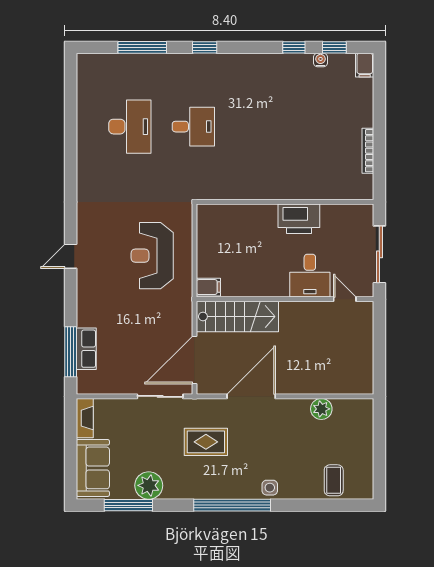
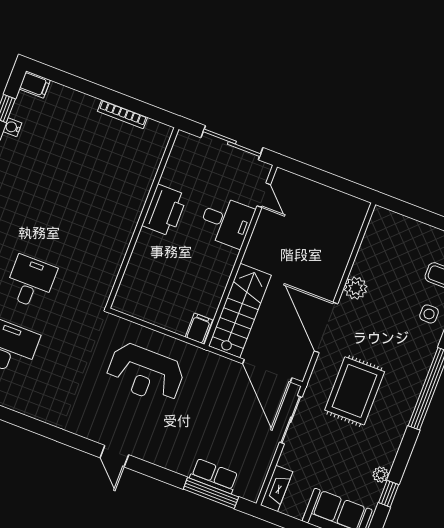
door: (345, 299) -> (264, 195), swing flipped
plant: (321, 409) -> (356, 288), moved
fireplace: (85, 418) -> (277, 488), moved, turned 90
rug: (206, 442) -> (355, 391), width x1.36, depth x1.43
plant: (149, 485) -> (381, 475), width x0.53, depth x0.53
side table: (270, 488) -> (429, 314), moved
window: (128, 505) -> (389, 494), width x0.46

